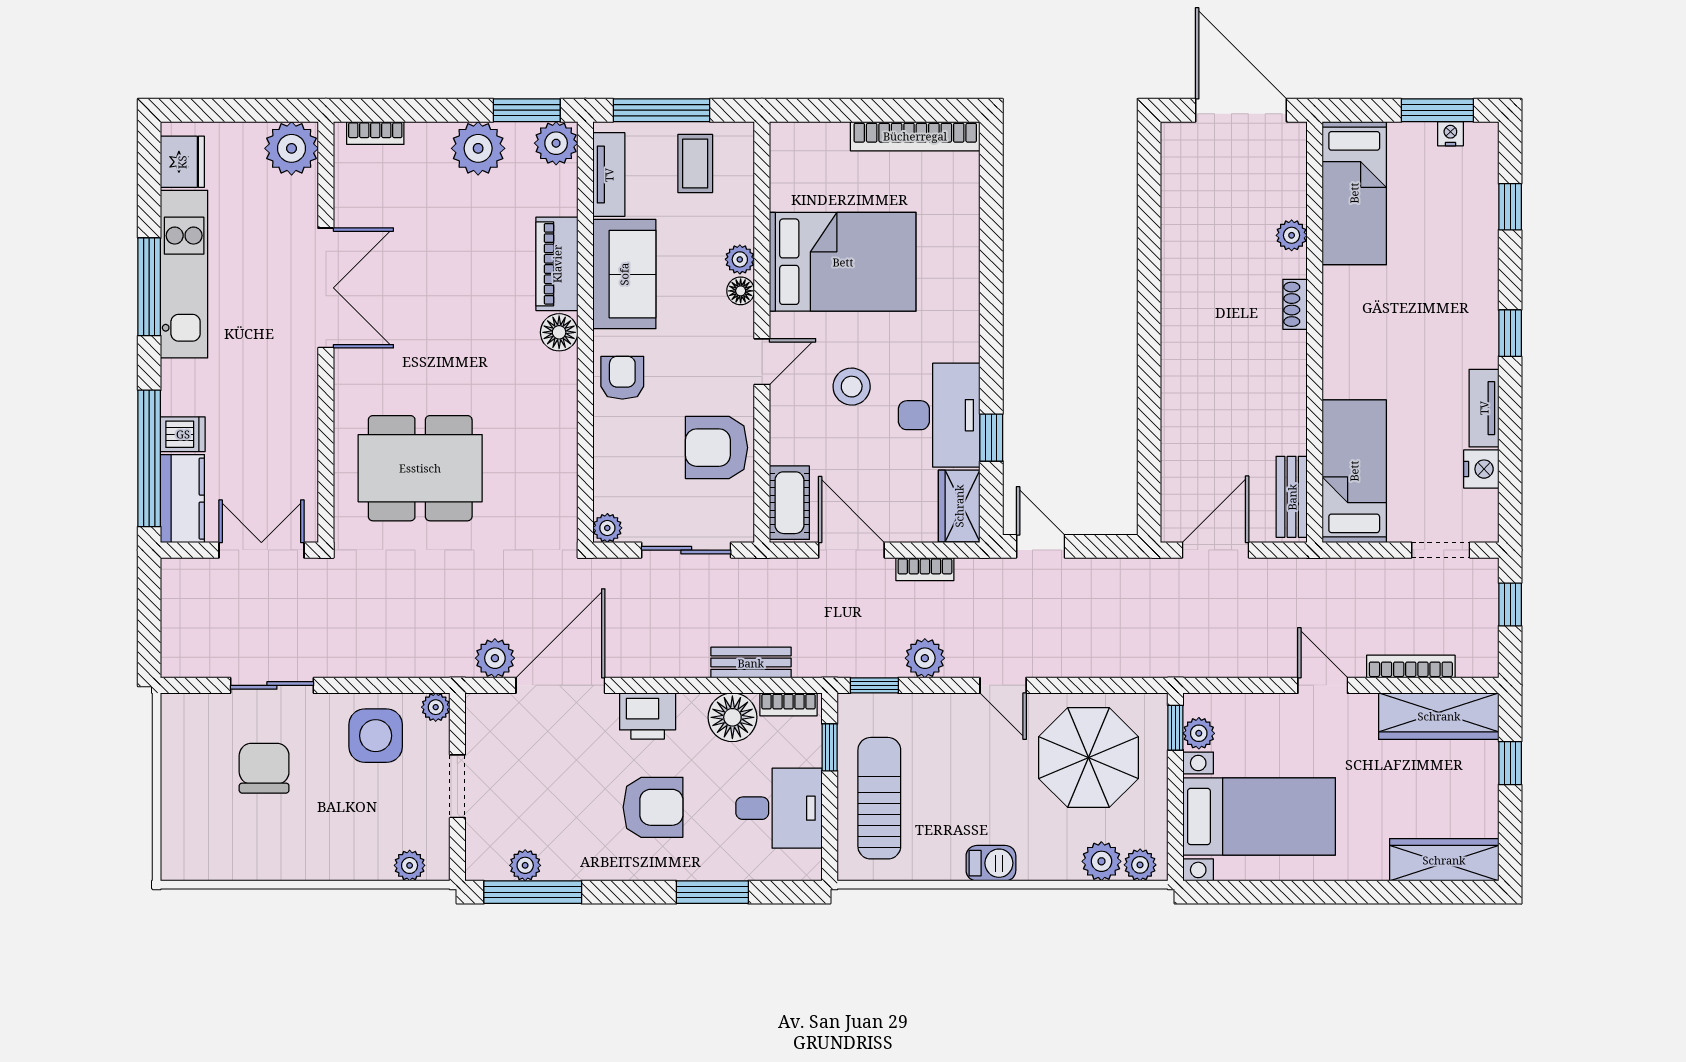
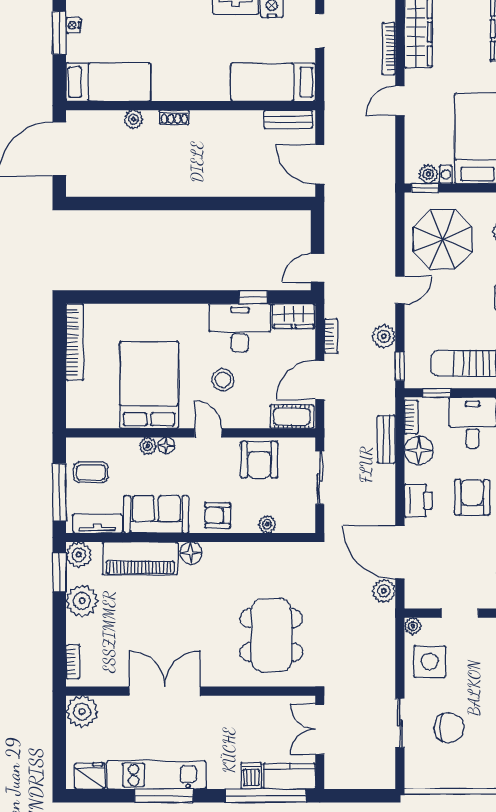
piano: (557, 264) -> (140, 558), width x1.37, depth x1.33
plant: (607, 528) -> (267, 524), moved
chair: (264, 768) -> (449, 728), turned 180

